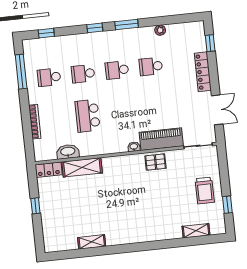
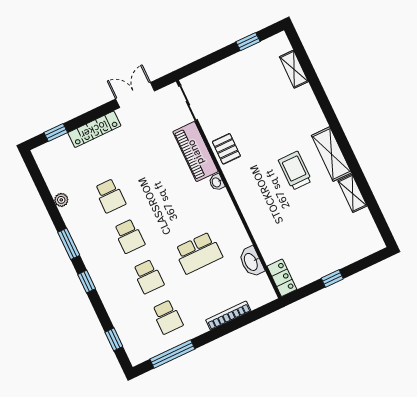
shelving: (82, 167) -> (331, 154), moved
trolley: (205, 191) -> (295, 171), moved, turned -90

